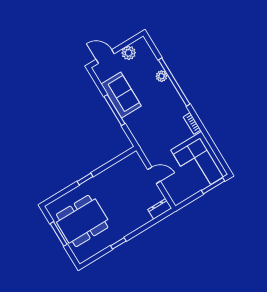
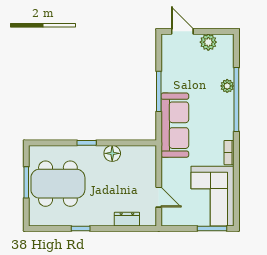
sofa: (121, 95) -> (175, 125), moved, width x1.36
floor lamp: (108, 175) -> (112, 153), added
door: (154, 175) -> (159, 197), moved
dresser: (160, 209) -> (127, 219), moved

